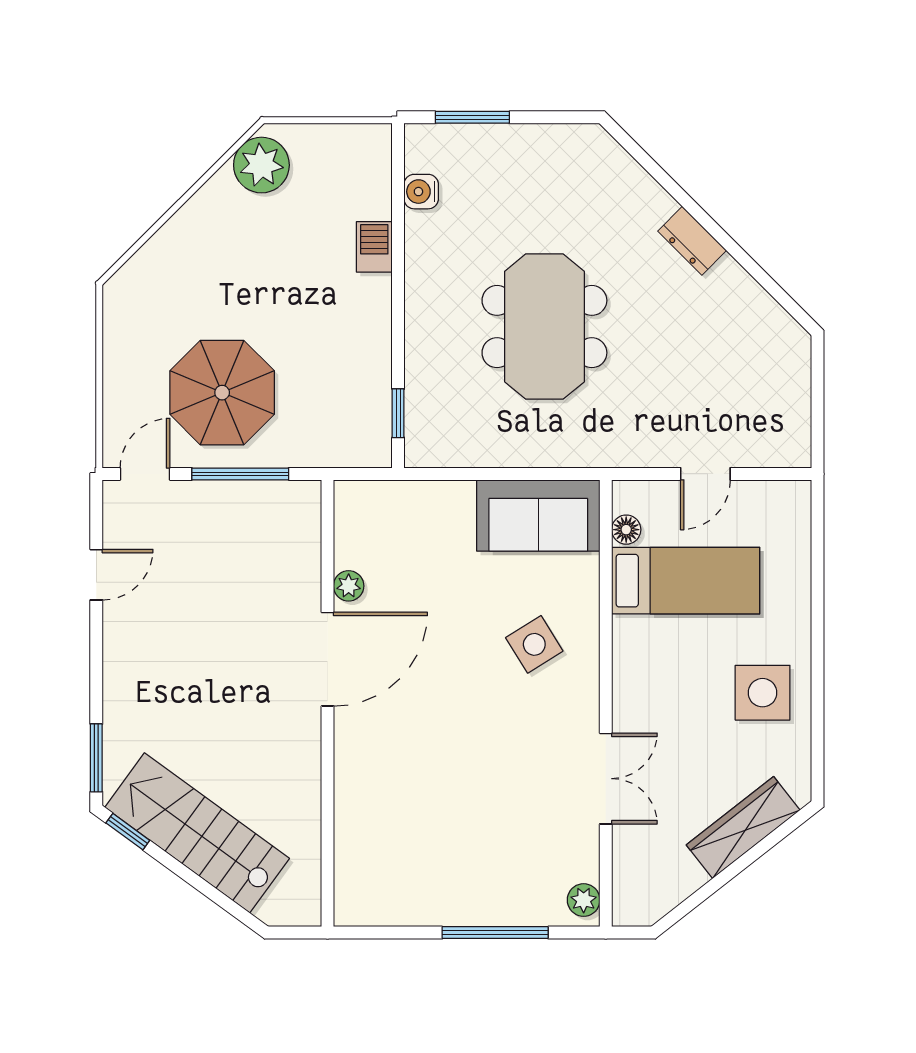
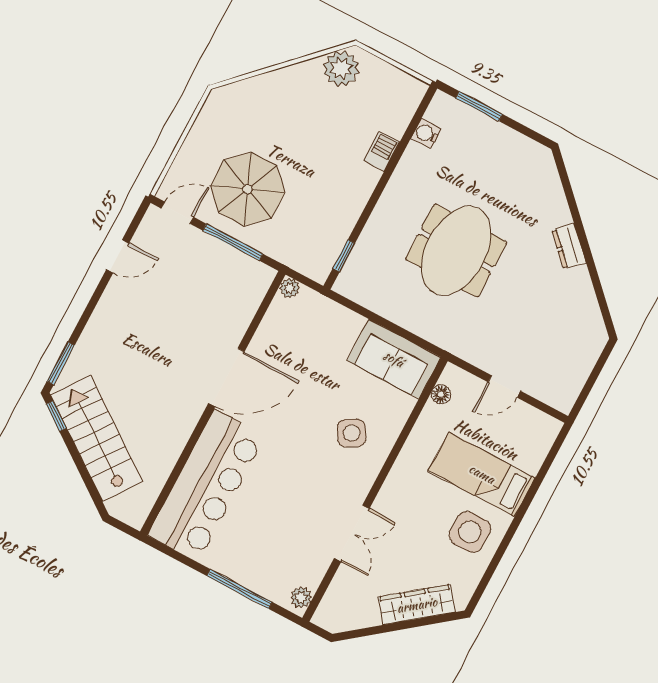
bed: (686, 581) -> (482, 474), moved, turned 180
plant: (349, 586) -> (290, 288), moved
bar counter: (378, 818) -> (206, 486), added

